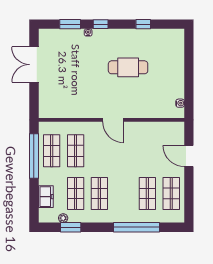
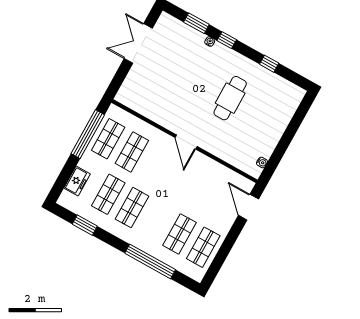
cafe table: (128, 67) -> (230, 98), turned 90
door: (189, 156) -> (248, 207), moved
plant: (63, 218) -> (82, 212), removed

